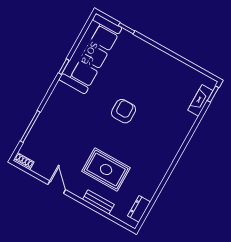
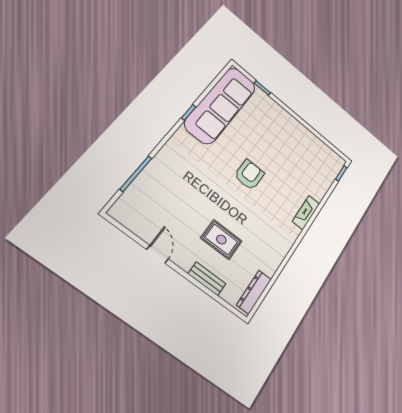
fireplace: (200, 100) -> (306, 213), moved
shoe rack: (24, 161) -> (119, 216), removed
rug: (106, 170) -> (221, 240), width x0.73, depth x0.70
dresser: (139, 209) -> (254, 292), width x1.44

